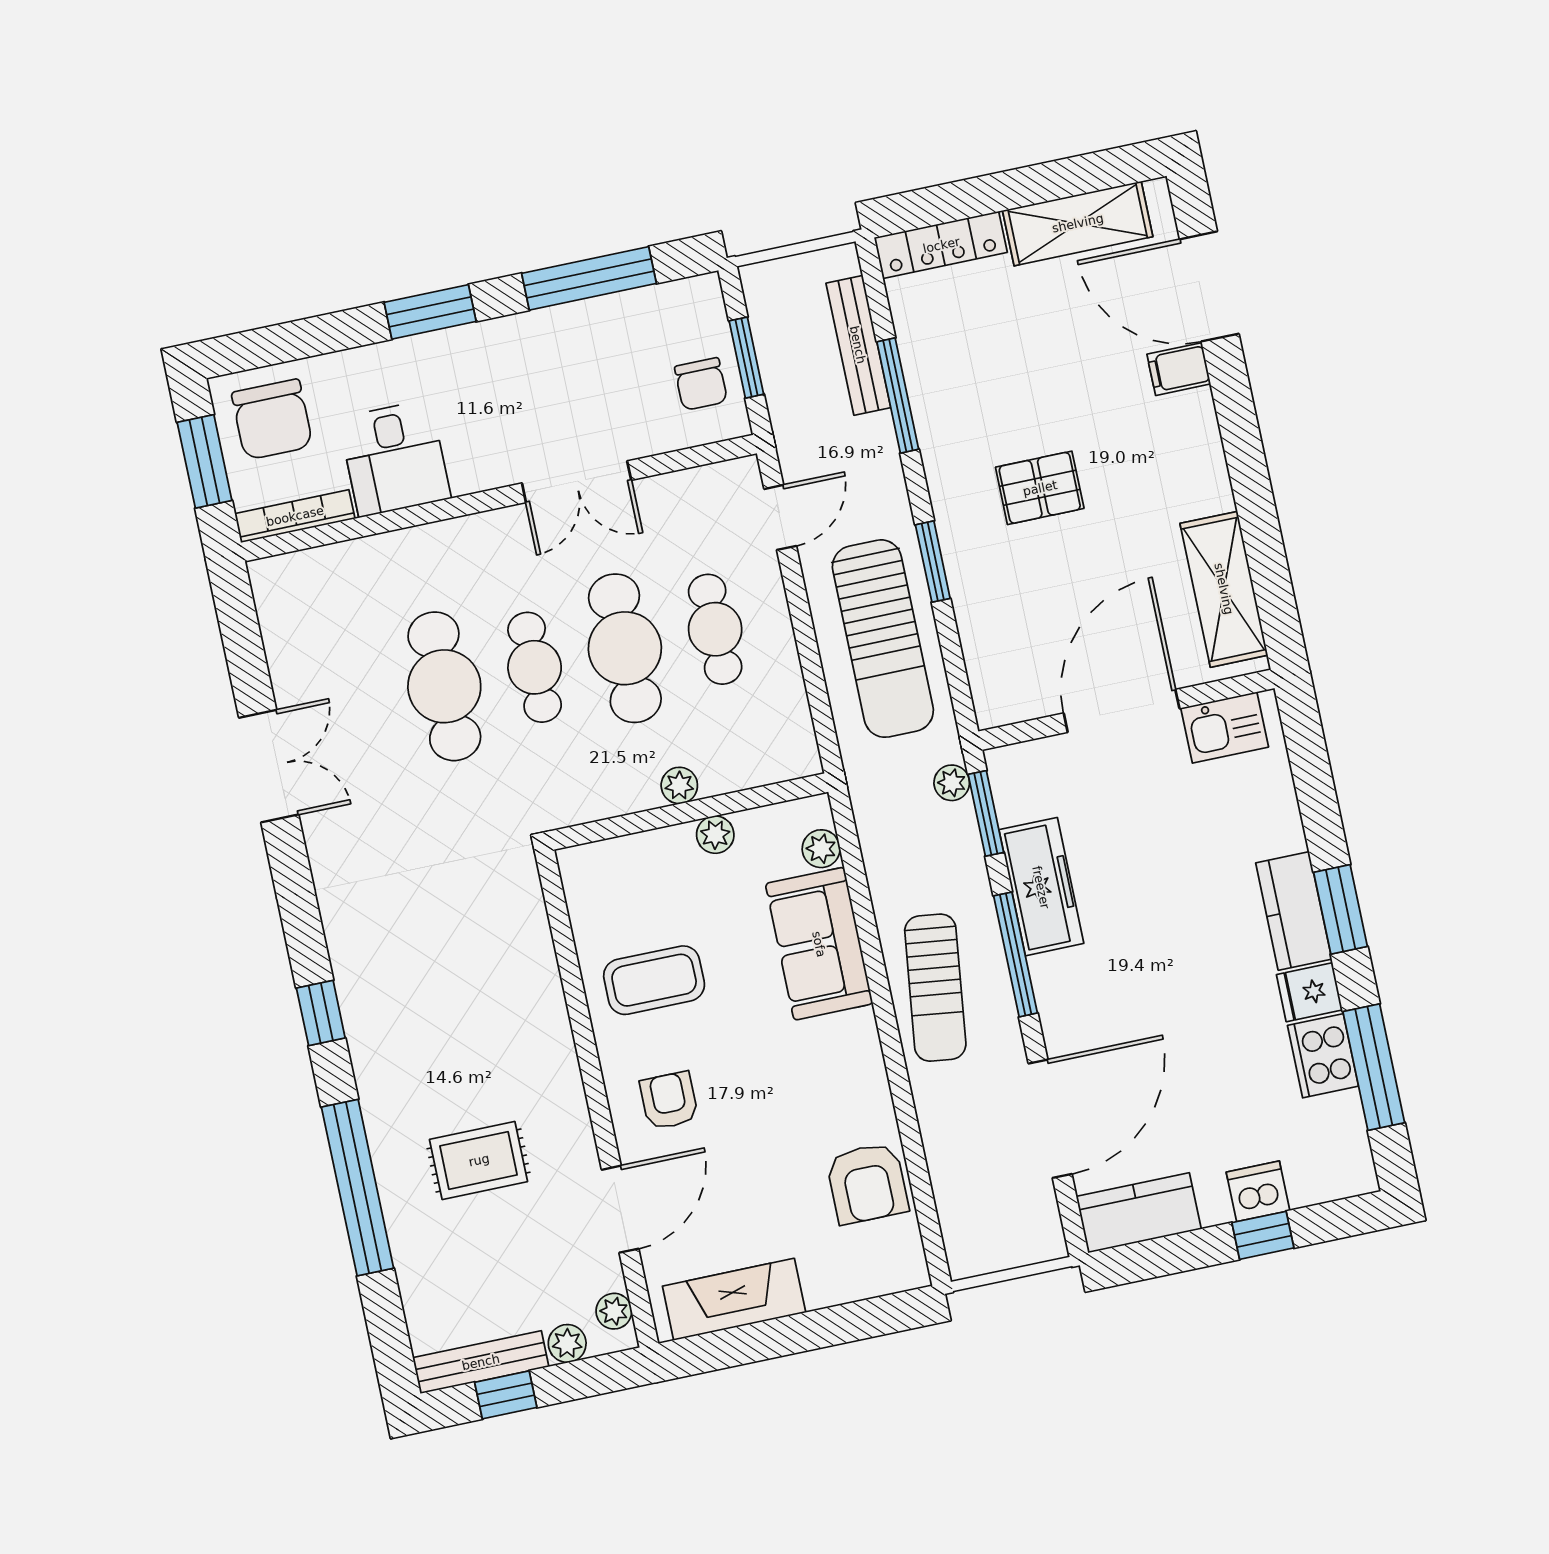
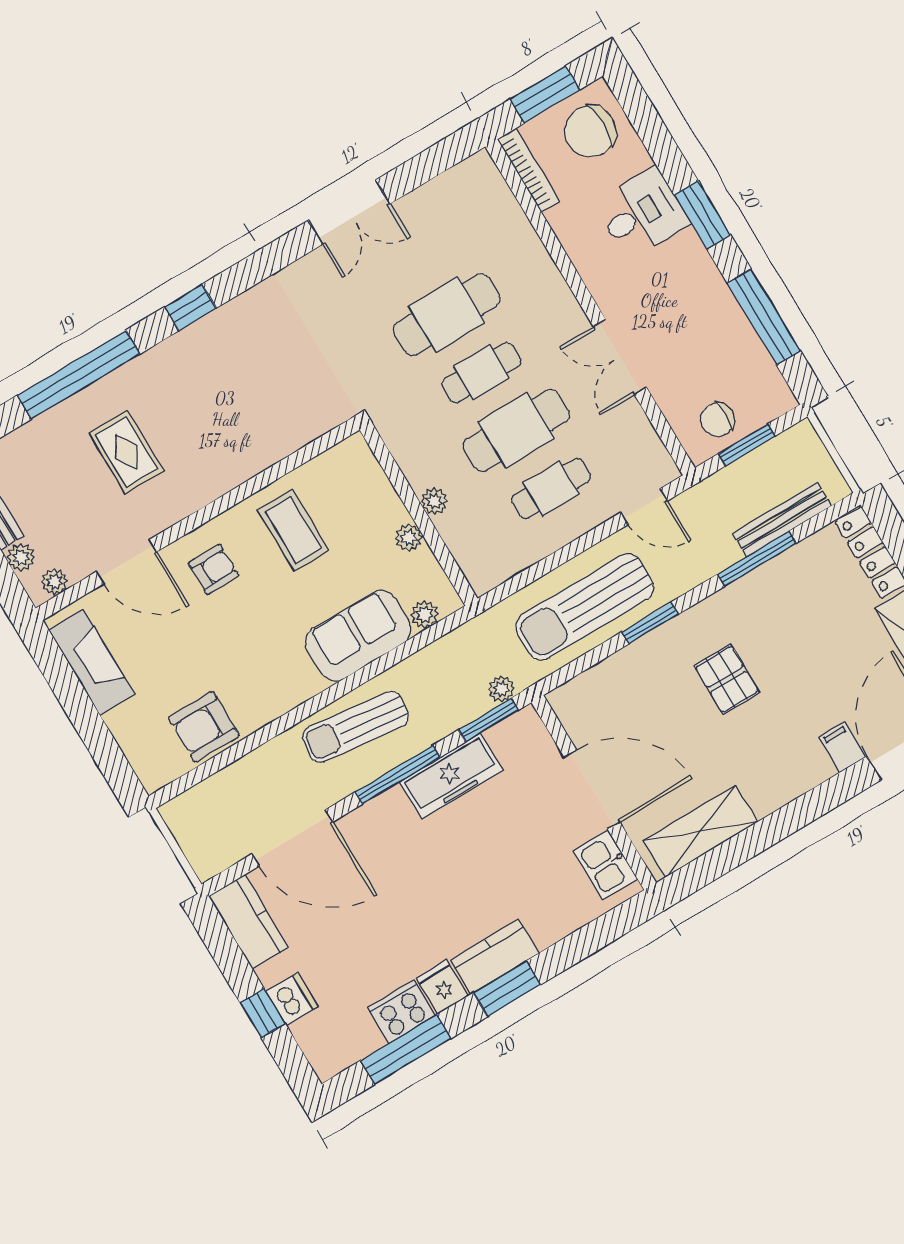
desk: (395, 458) -> (642, 213), moved, turned 180

